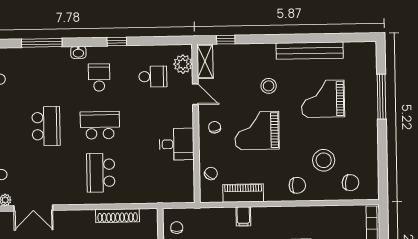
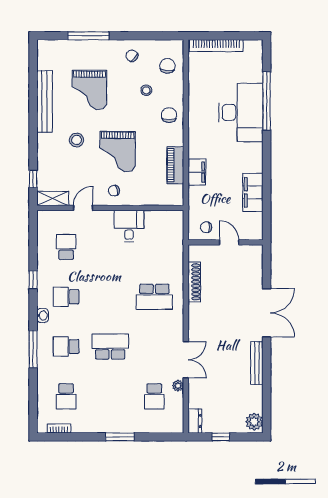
plant: (183, 64) -> (55, 219), removed
school desk: (100, 125) -> (66, 347), moved, width x0.54
stool: (324, 160) -> (146, 90), width x0.53, depth x0.53
chair: (211, 173) -> (132, 56), moved
filing cabinet: (243, 216) -> (197, 172), width x2.00

